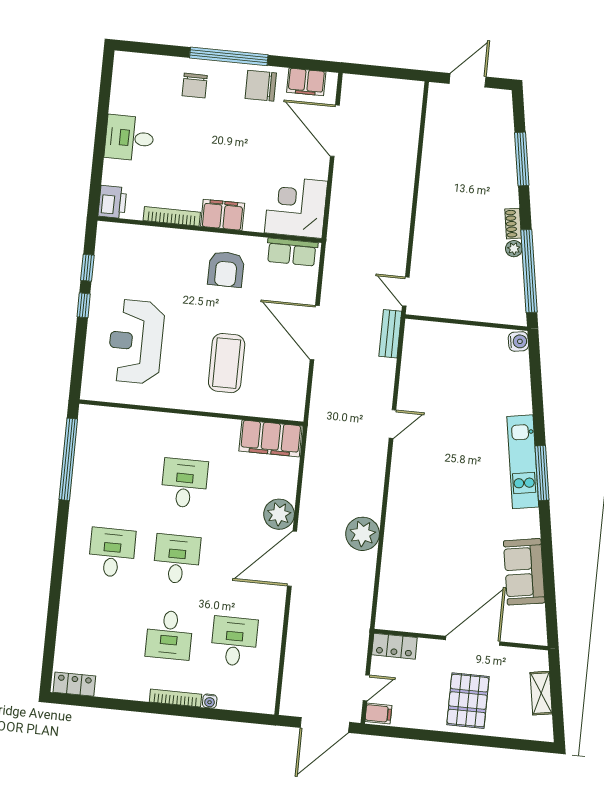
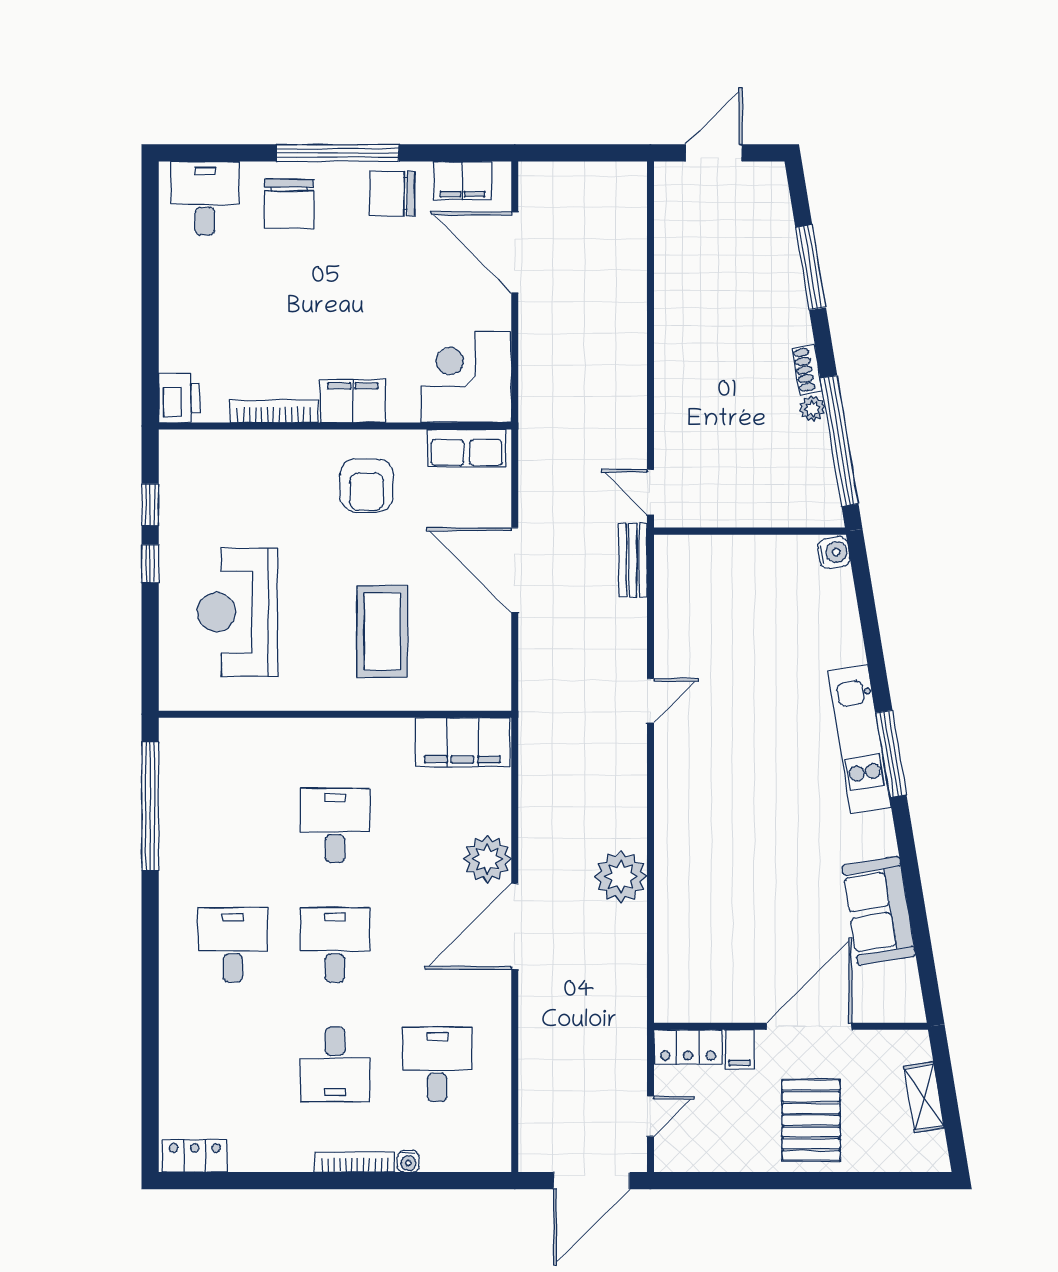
chair: (195, 86) -> (289, 204), width x1.37, depth x1.37
desk: (129, 138) -> (205, 198), moved, turned 90
filing cabinet: (378, 713) -> (740, 1049), moved, turned 90

